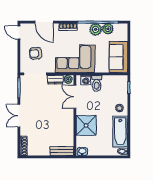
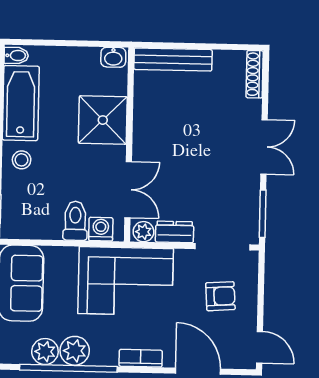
bench: (62, 151) -> (173, 59), width x1.36

